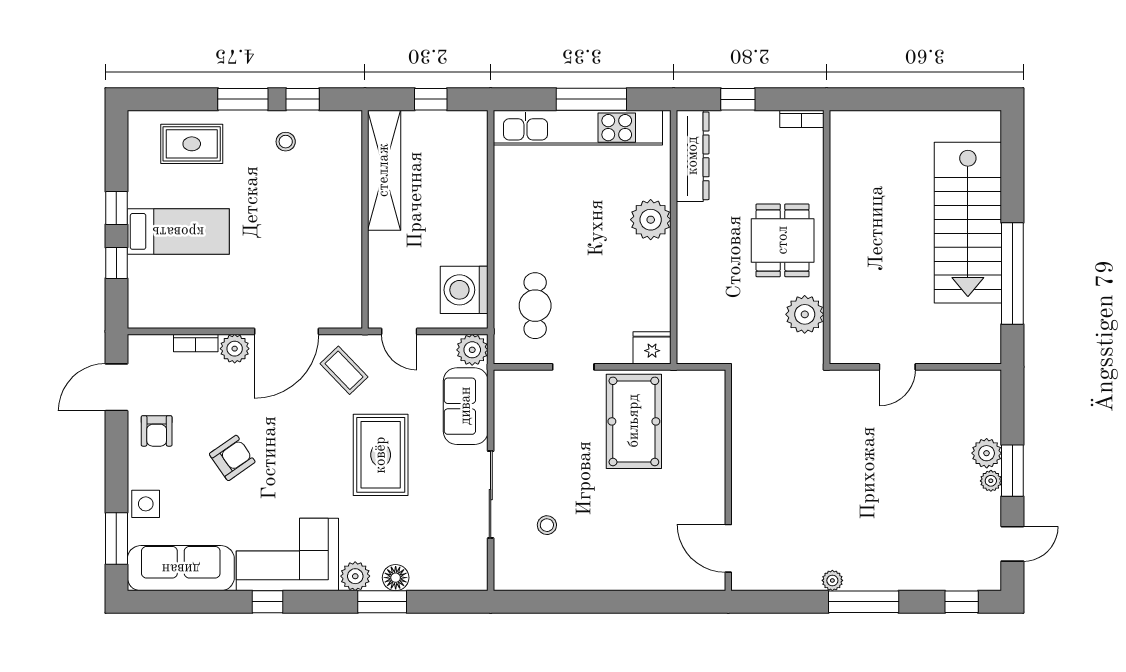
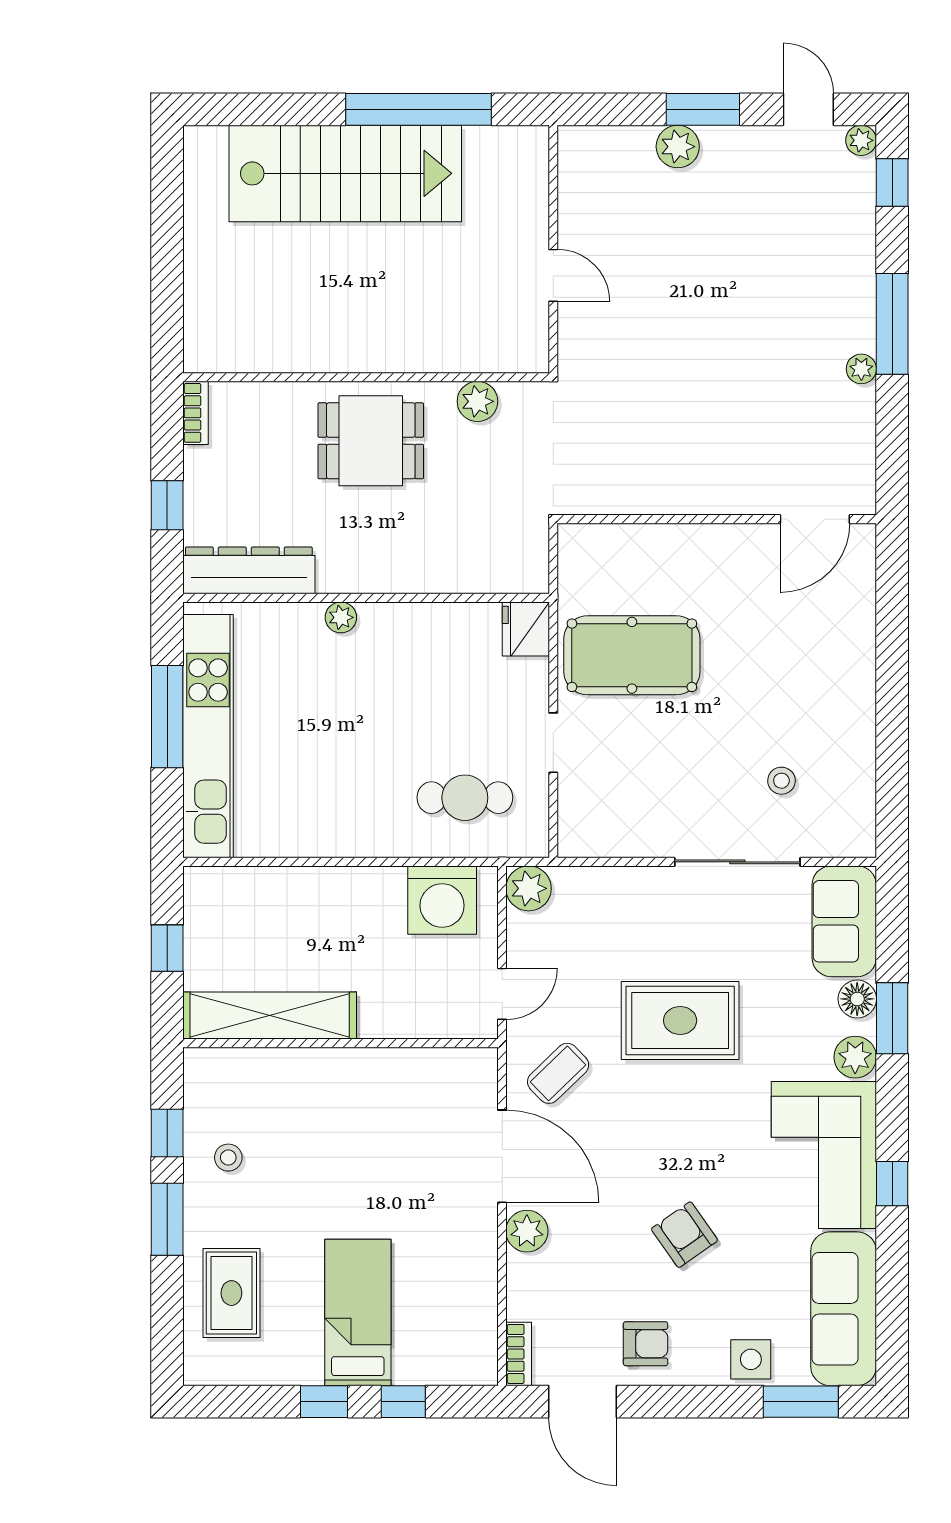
plant: (651, 220) -> (341, 617), width x0.53, depth x0.53
plant: (805, 314) -> (477, 401), width x0.73, depth x0.73
bookcase: (196, 343) -> (519, 1354), moved
sofa: (466, 406) -> (844, 921), moved, turned 90
plant: (991, 481) -> (861, 140), moved

